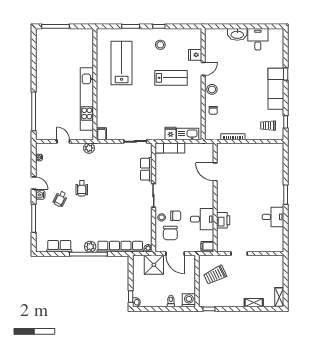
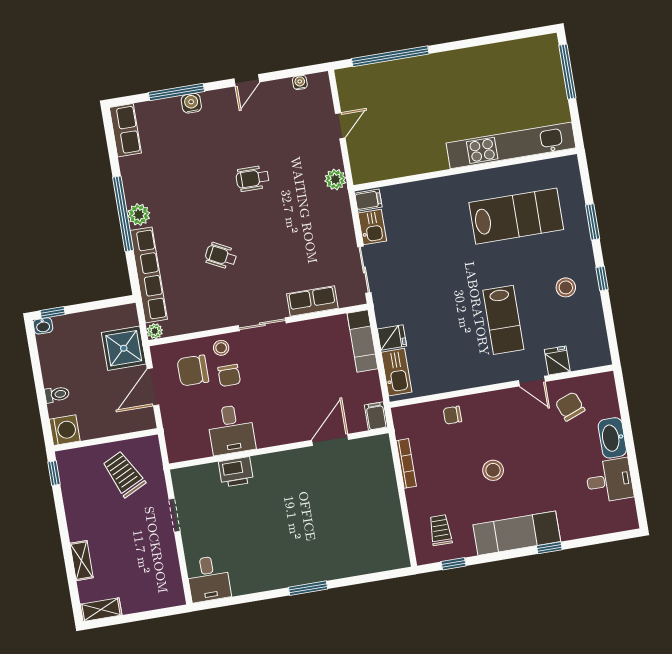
chair: (219, 52) -> (570, 406), added
stool: (212, 89) -> (493, 470), moved
kitchen unit: (87, 99) -> (511, 145), moved
kitchen sink: (115, 134) -> (372, 227), added
water cooler: (40, 195) -> (191, 103), moved
wheelchair: (60, 199) -> (221, 256), moved
desk: (273, 217) -> (208, 579), moved
row of seats: (59, 246) -> (125, 130), moved
filing cabinet: (207, 246) -> (376, 416), moved

